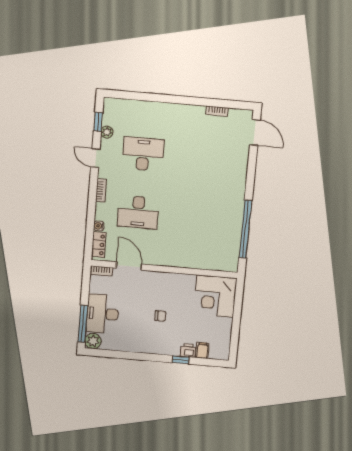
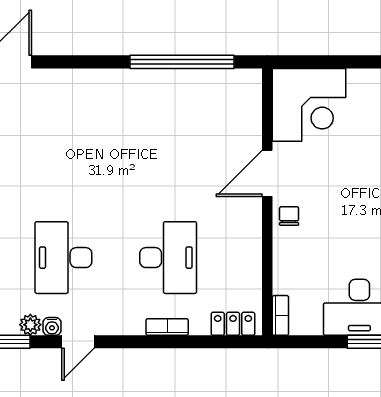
bookcase: (101, 190) -> (167, 327), moved
water cooler: (99, 226) -> (52, 326), moved
door: (129, 266) -> (267, 173), moved
chair: (161, 316) -> (289, 216), moved

